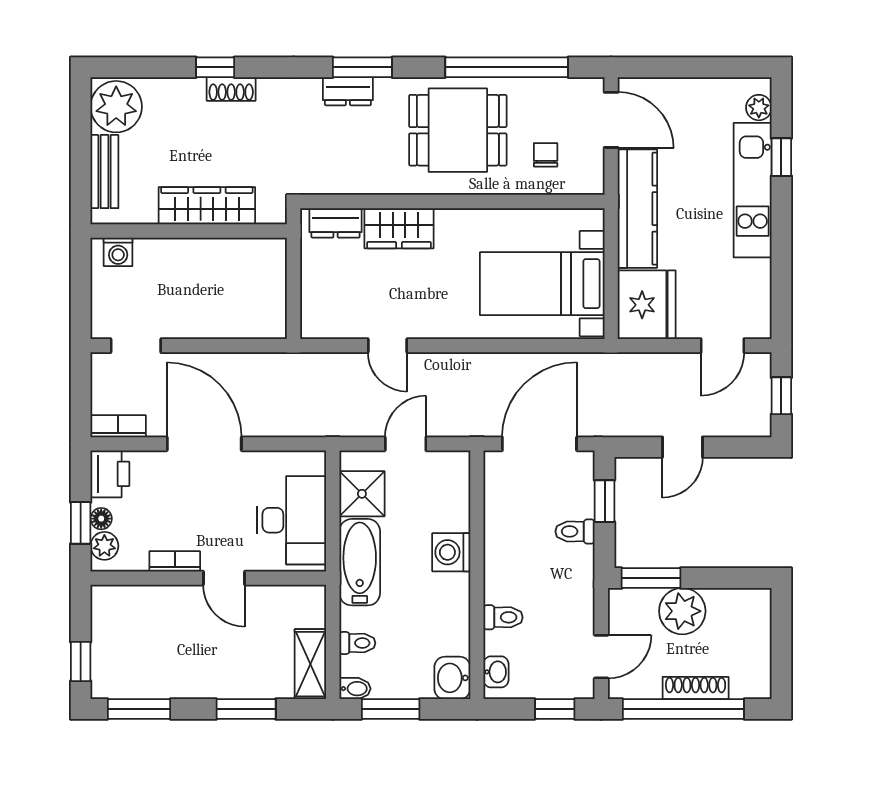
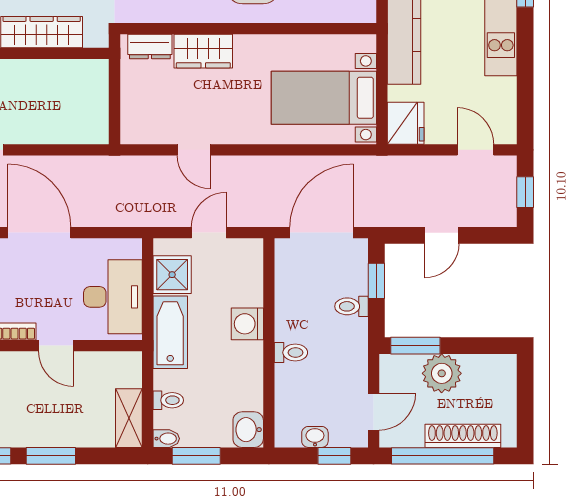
fridge: (647, 305) -> (406, 123), width x0.73, depth x0.75
door: (722, 346) -> (476, 150), swing flipped
toilet: (503, 617) -> (291, 353), moved
washbasin: (496, 672) -> (315, 437), moved, turned -90
shoe rack: (696, 688) -> (463, 436), width x1.36, depth x1.24
window: (246, 709) -> (51, 456), moved

